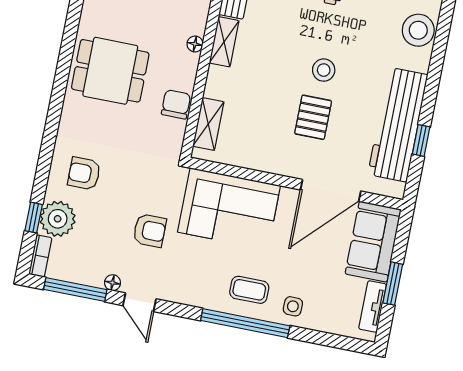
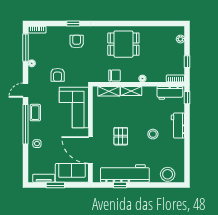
shelving: (224, 42) -> (131, 91), moved
stool: (324, 70) -> (153, 134), moved
dining table: (110, 71) -> (123, 44), turned 90
pallet: (313, 117) -> (121, 136), turned 90
window: (34, 218) -> (73, 23), moved
plant: (58, 219) -> (55, 34), removed
coffee table: (249, 290) -> (35, 113), moved
door: (140, 302) -> (26, 90), moved

